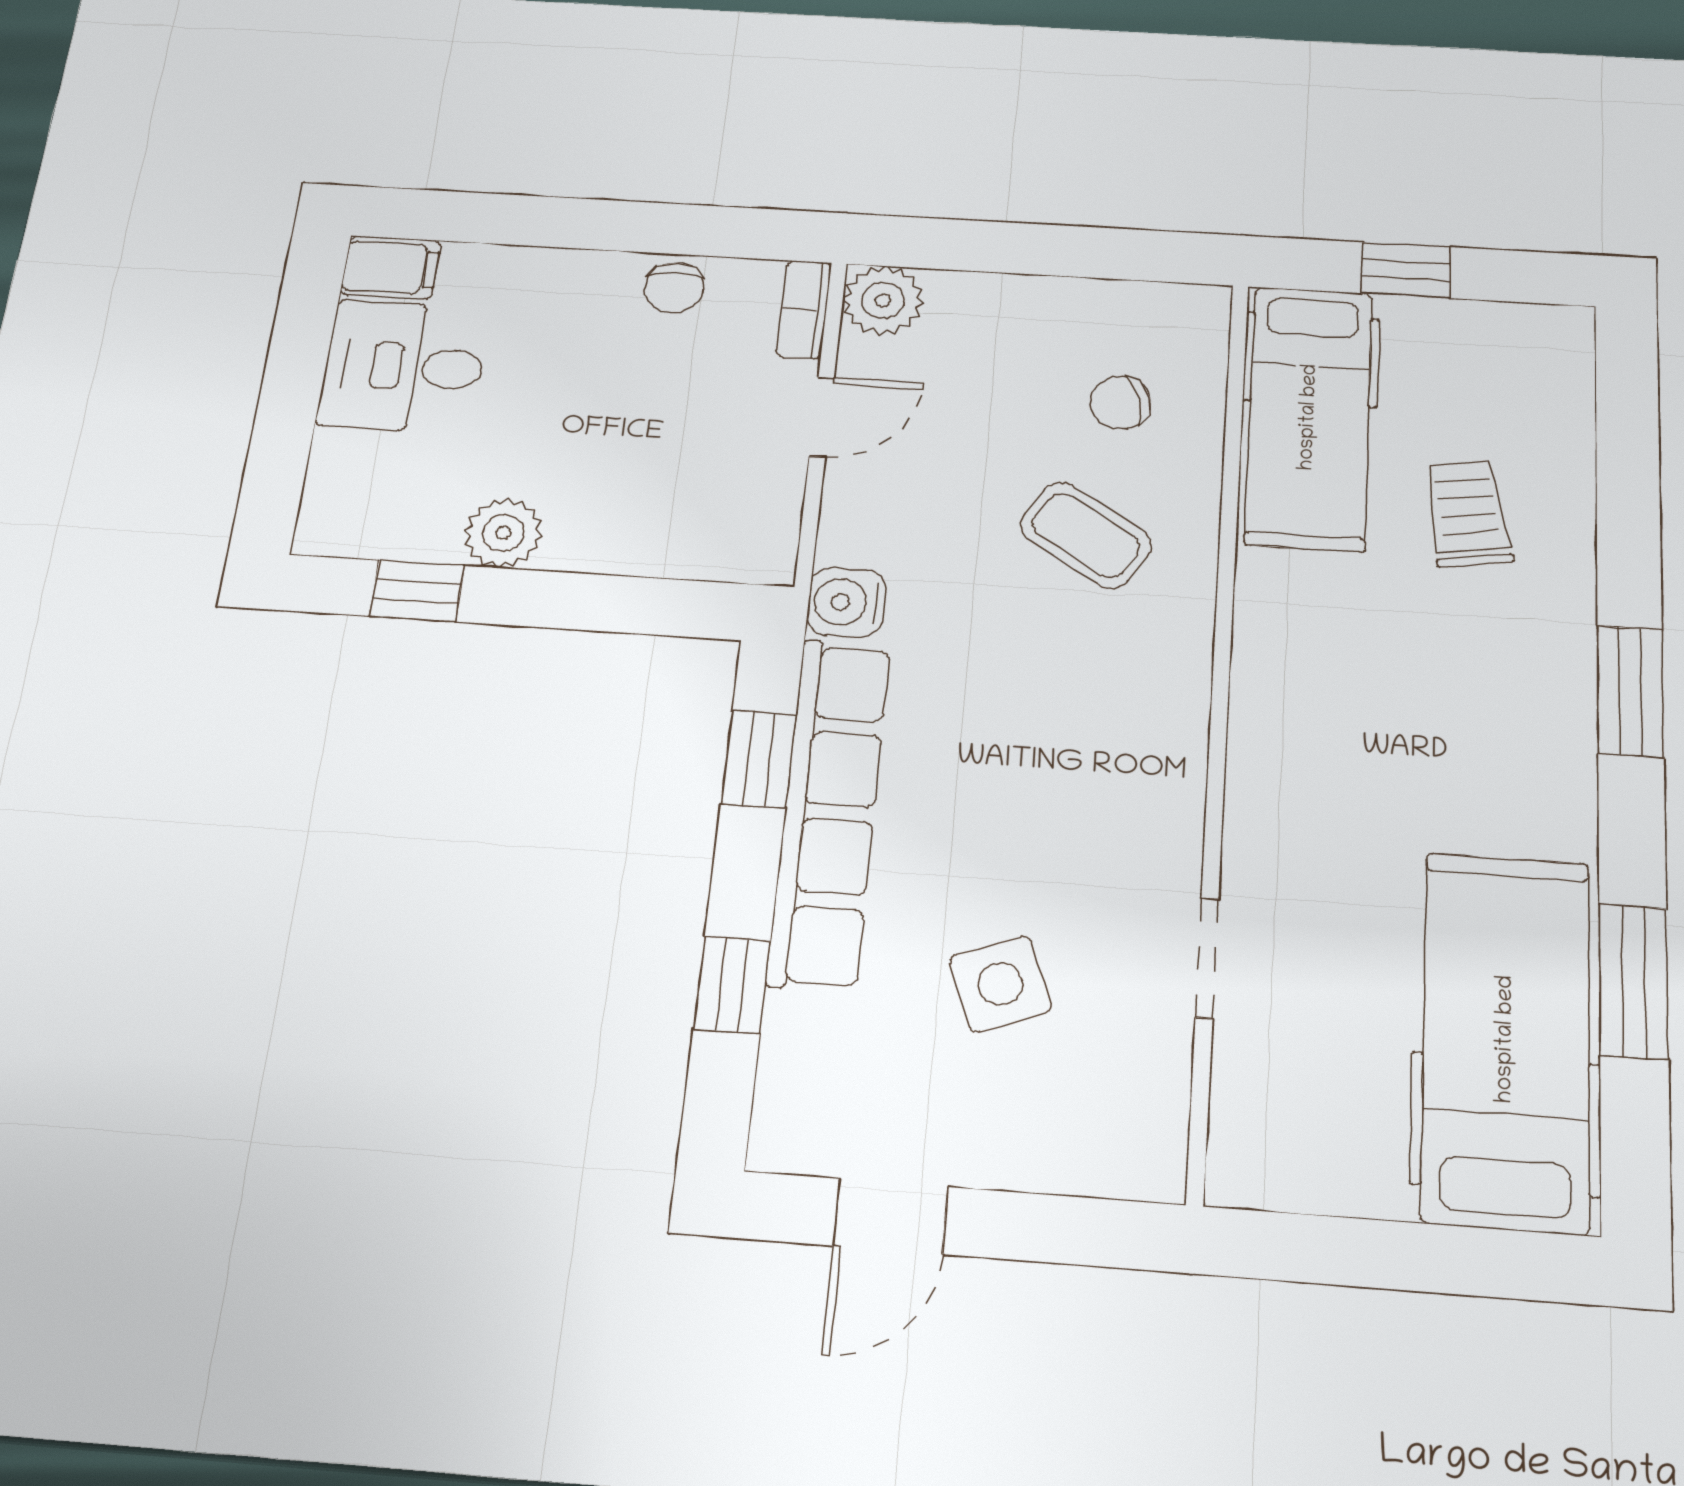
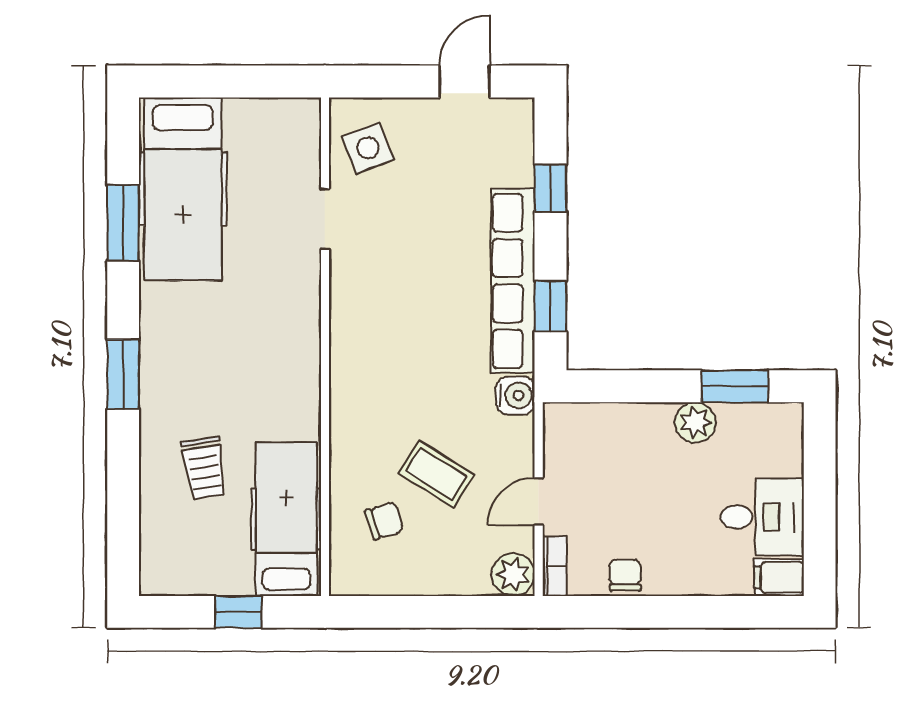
coffee table: (1086, 535) -> (436, 474), moved
window: (417, 591) -> (735, 386), width x1.50
side table: (1000, 984) -> (368, 148), moved

